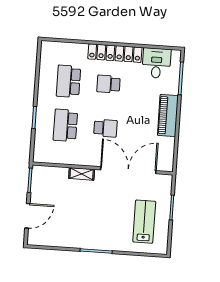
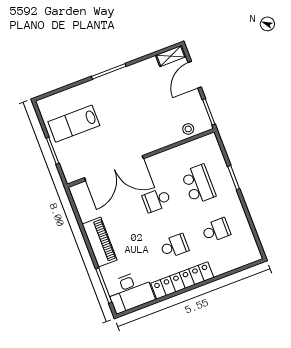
desk: (156, 63) -> (130, 292), width x1.37
school desk: (68, 81) -> (216, 230), width x0.54
stool: (53, 174) -> (188, 129), added
shelving: (82, 174) -> (171, 56), moved
lab bench: (144, 222) -> (74, 124), turned 90

